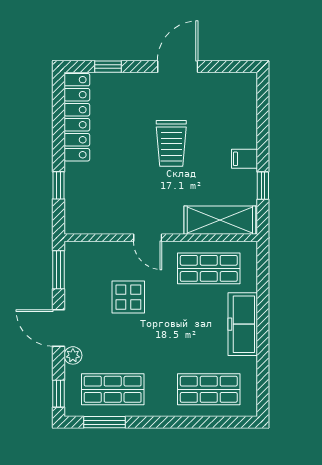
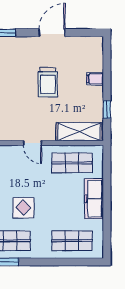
filing cabinet: (244, 159) -> (95, 79), moved
display table: (128, 297) -> (23, 208), moved

